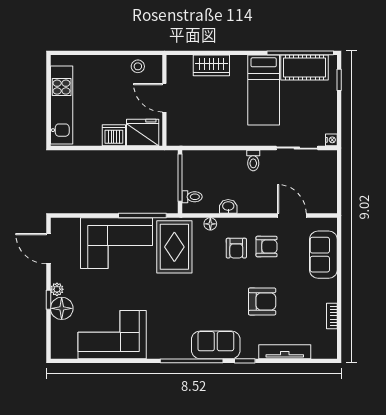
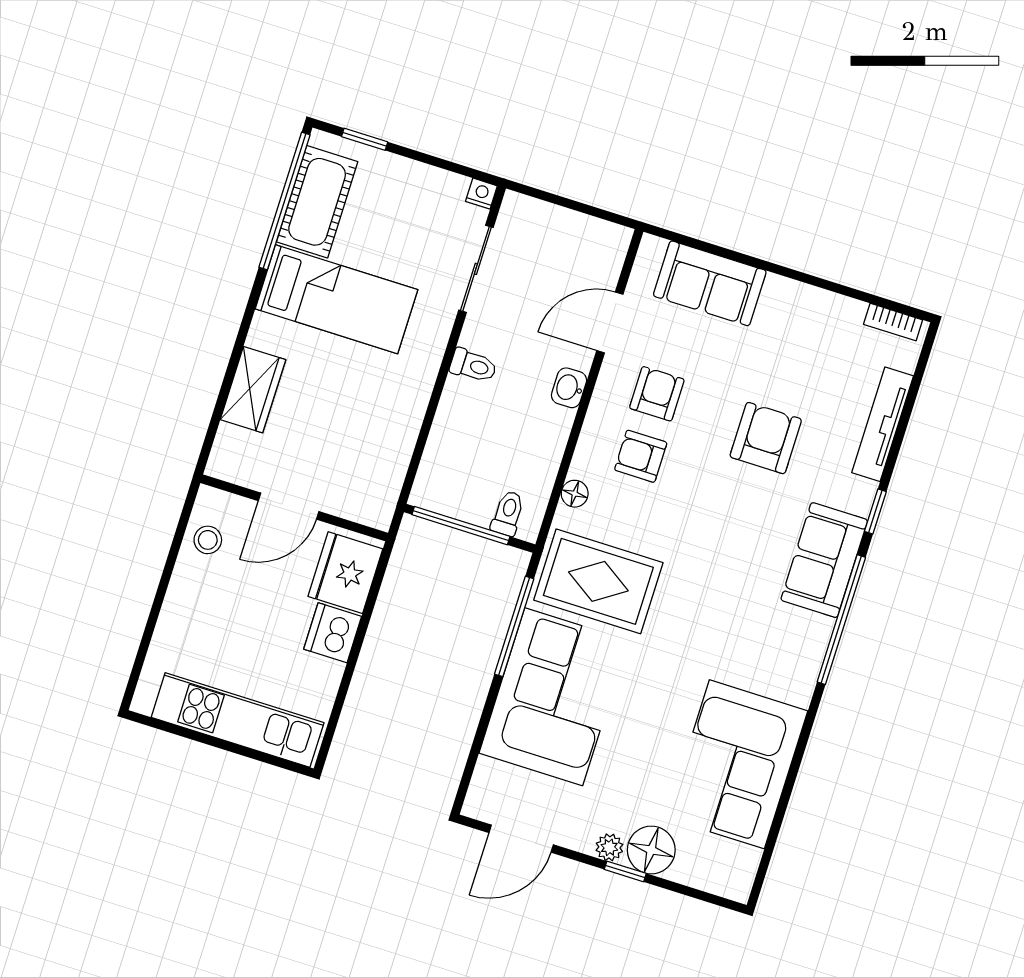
washbasin: (228, 206) -> (569, 388), moved
armchair: (236, 248) -> (641, 456), turned 180
bookcase: (332, 316) -> (893, 322), moved

